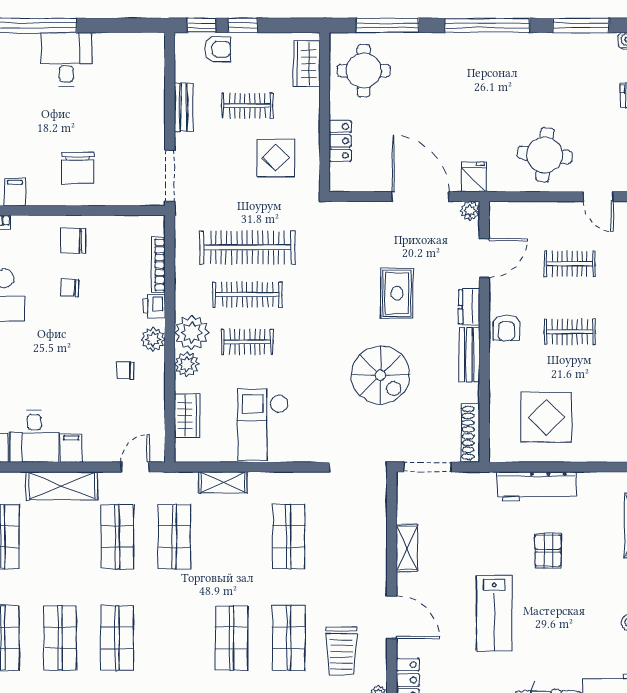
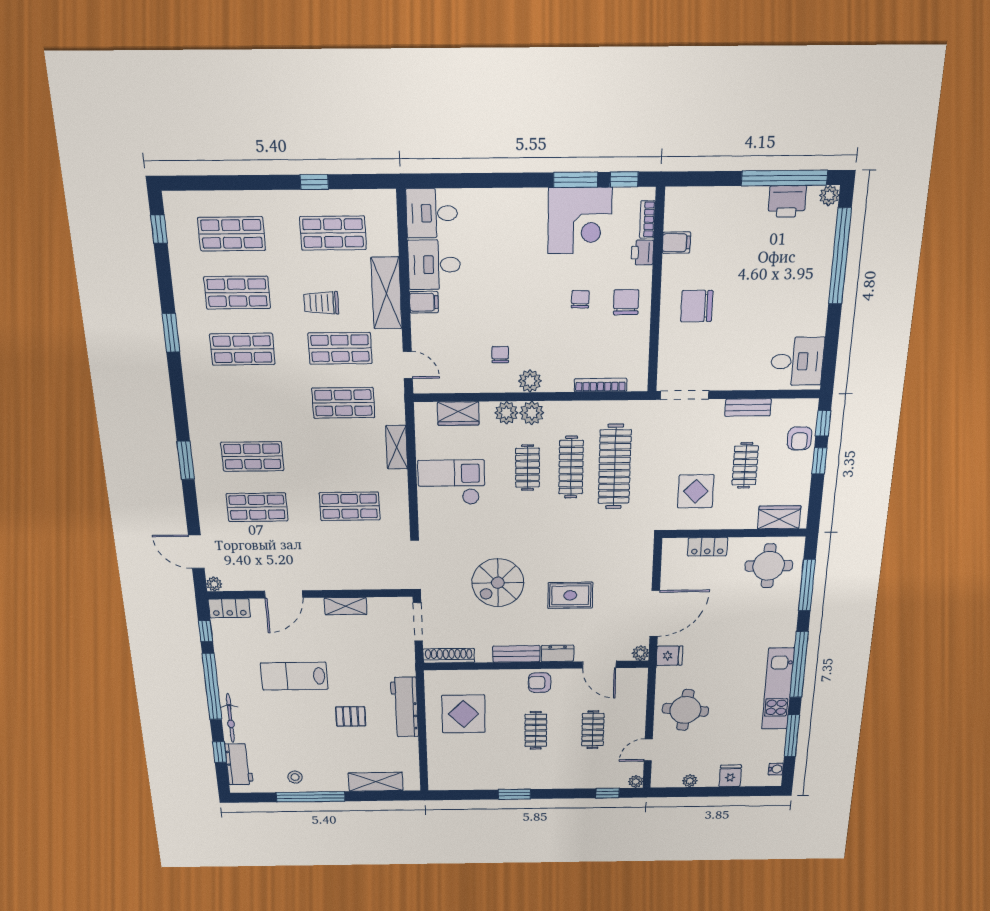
kitchen unit: (518, 47) -> (778, 689), added
desk: (67, 59) -> (797, 361), moved
printer: (154, 306) -> (642, 253), moved, turned -90
plant: (192, 333) -> (532, 413), width x0.73, depth x0.73
trolley: (342, 651) -> (321, 303), moved, width x0.73, depth x0.72

